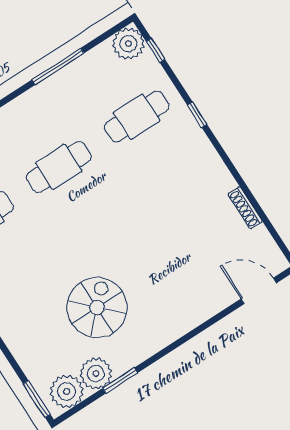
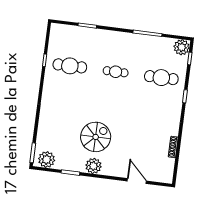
cafe table: (59, 167) -> (116, 72), width x0.73, depth x0.74
door: (259, 291) -> (137, 181), moved
spiral stairs: (97, 308) -> (96, 137), moved
plant: (96, 374) -> (93, 166), moved

